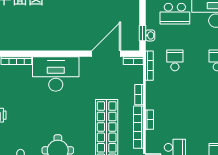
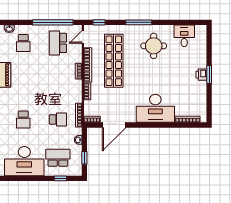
window: (143, 33) -> (84, 158), moved
school desk: (175, 60) -> (58, 119), turned -90

